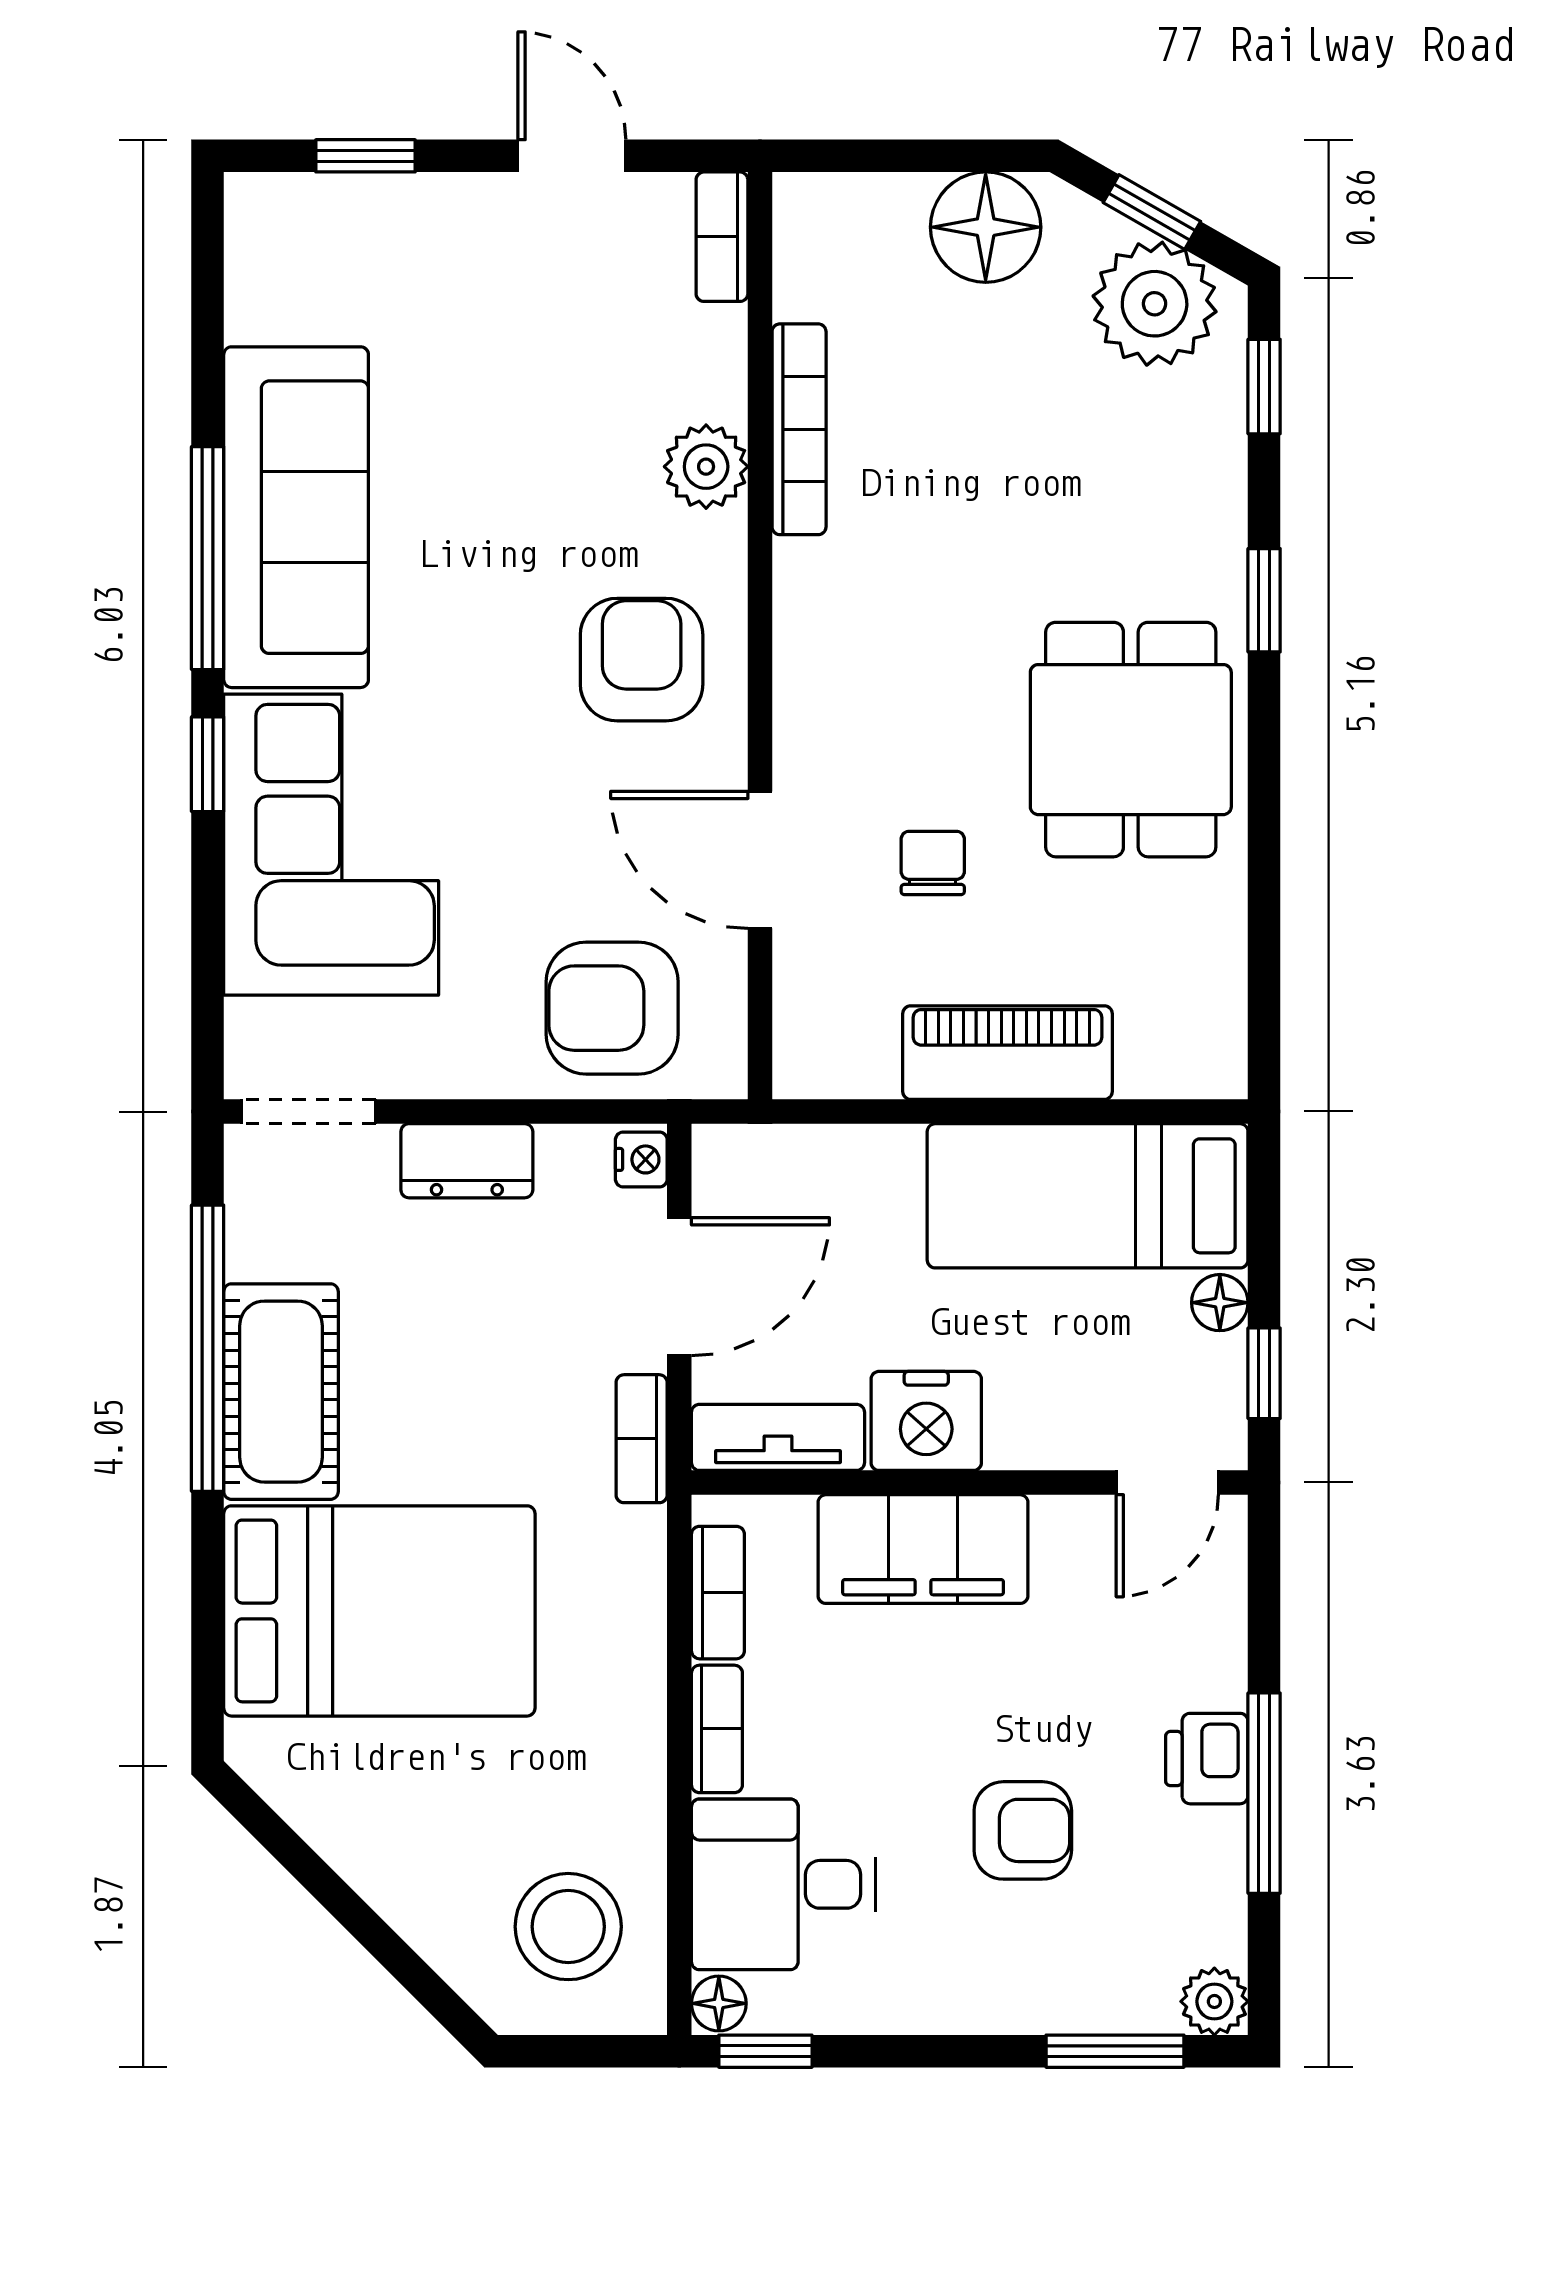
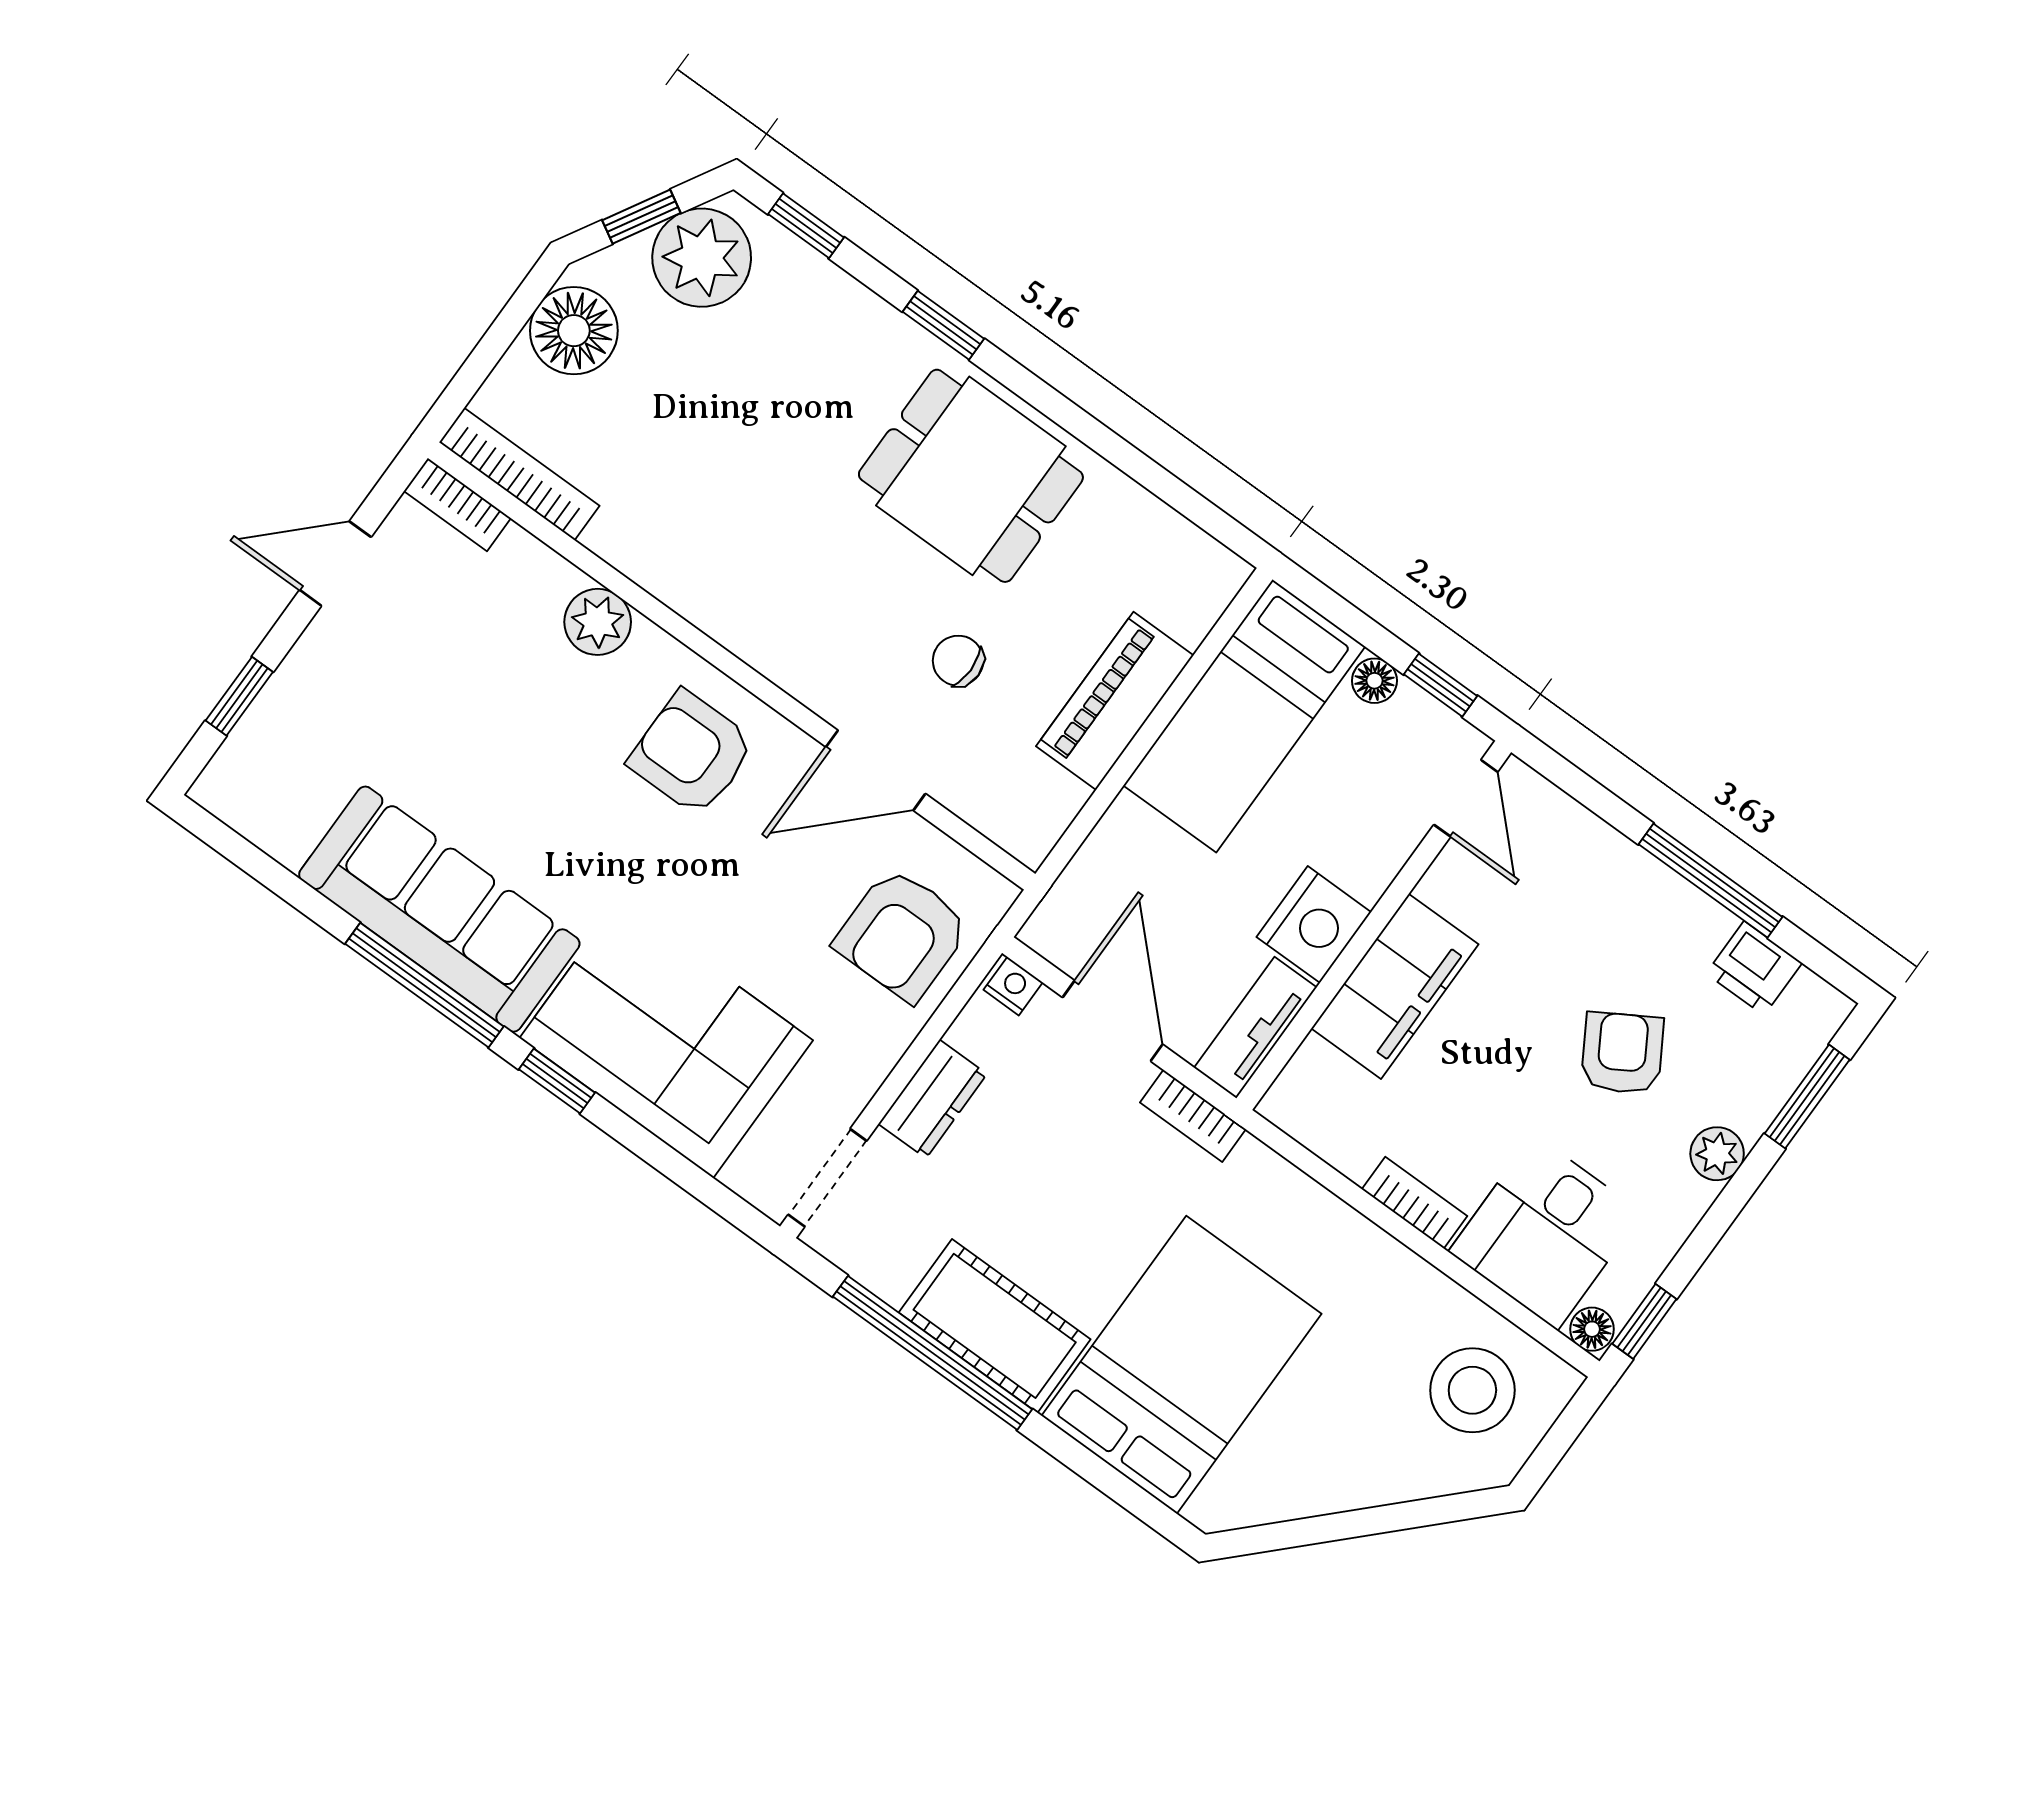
bookcase: (799, 429) -> (519, 474), moved
bookcase: (718, 1593) -> (1327, 1138), removed
printer: (1207, 1759) -> (1754, 968), moved
armchair: (1023, 1830) -> (1622, 1053), turned -31
plant: (1214, 2001) -> (1717, 1154), moved

